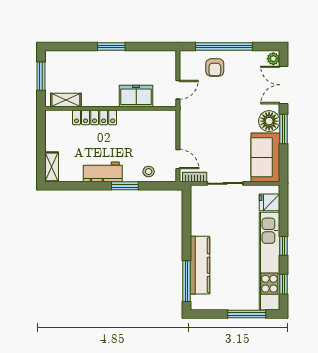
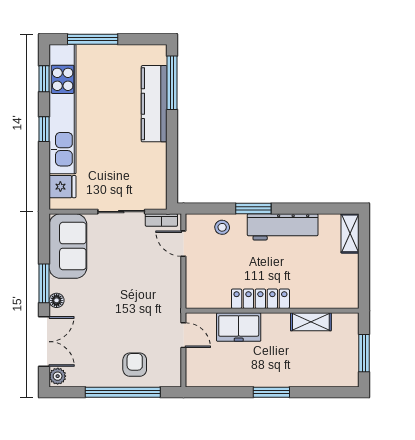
door: (178, 90) -> (183, 335), swing flipped
shelving: (66, 100) -> (311, 322), moved
locker: (95, 117) -> (260, 299), moved
floor lamp: (269, 121) -> (57, 300), width x0.53, depth x0.53
workbench: (103, 172) -> (283, 227), width x1.38

